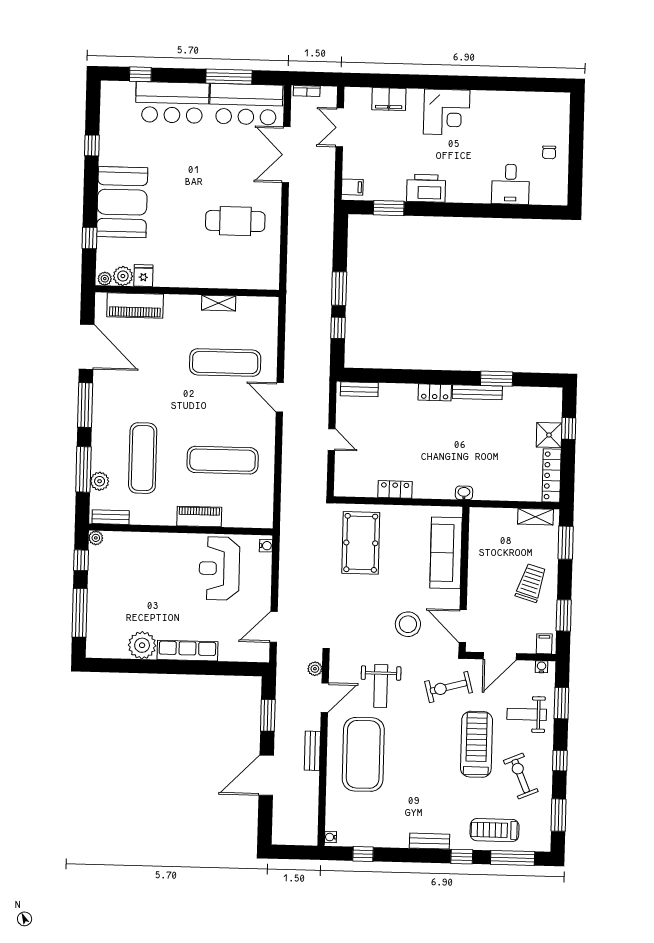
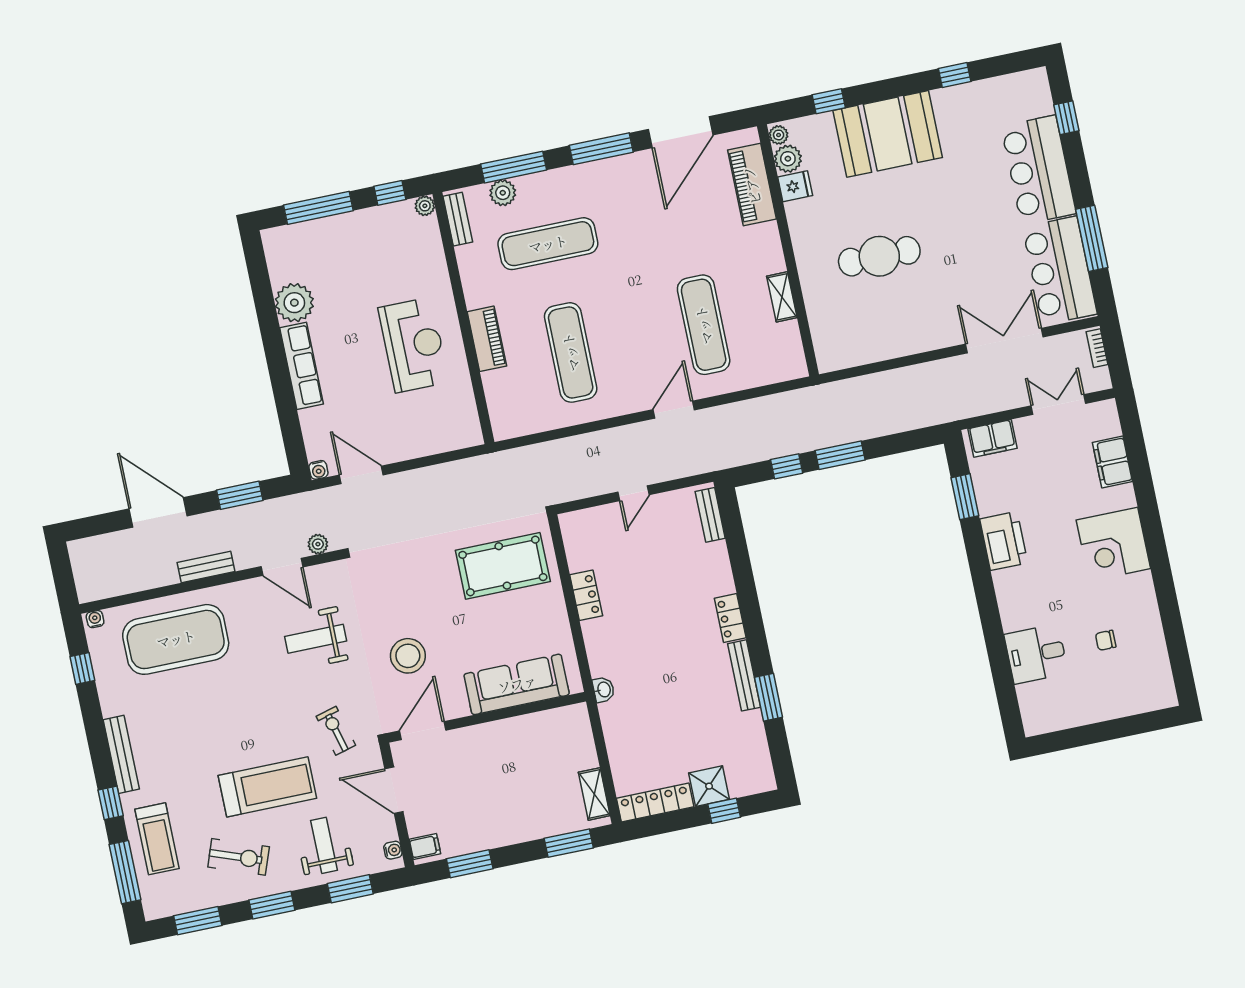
chair: (549, 152) -> (1106, 640), moved
filing cabinet: (352, 187) -> (992, 438), width x2.00
cafe table: (235, 221) -> (879, 256), moved, turned 90
water cooler: (266, 546) -> (318, 470), moved
reception desk: (219, 568) -> (413, 345), moved, turned 90
trolley: (531, 583) -> (503, 809), removed
exercise bike: (449, 687) -> (336, 731), width x0.73, depth x0.72
exercise mat: (363, 754) -> (176, 639), moved
window: (560, 761) -> (272, 905), width x1.50
exercise bike: (521, 776) -> (239, 857), turned 43
treadmill: (495, 830) -> (157, 839), turned 180
bench: (429, 841) -> (121, 754), width x1.36

